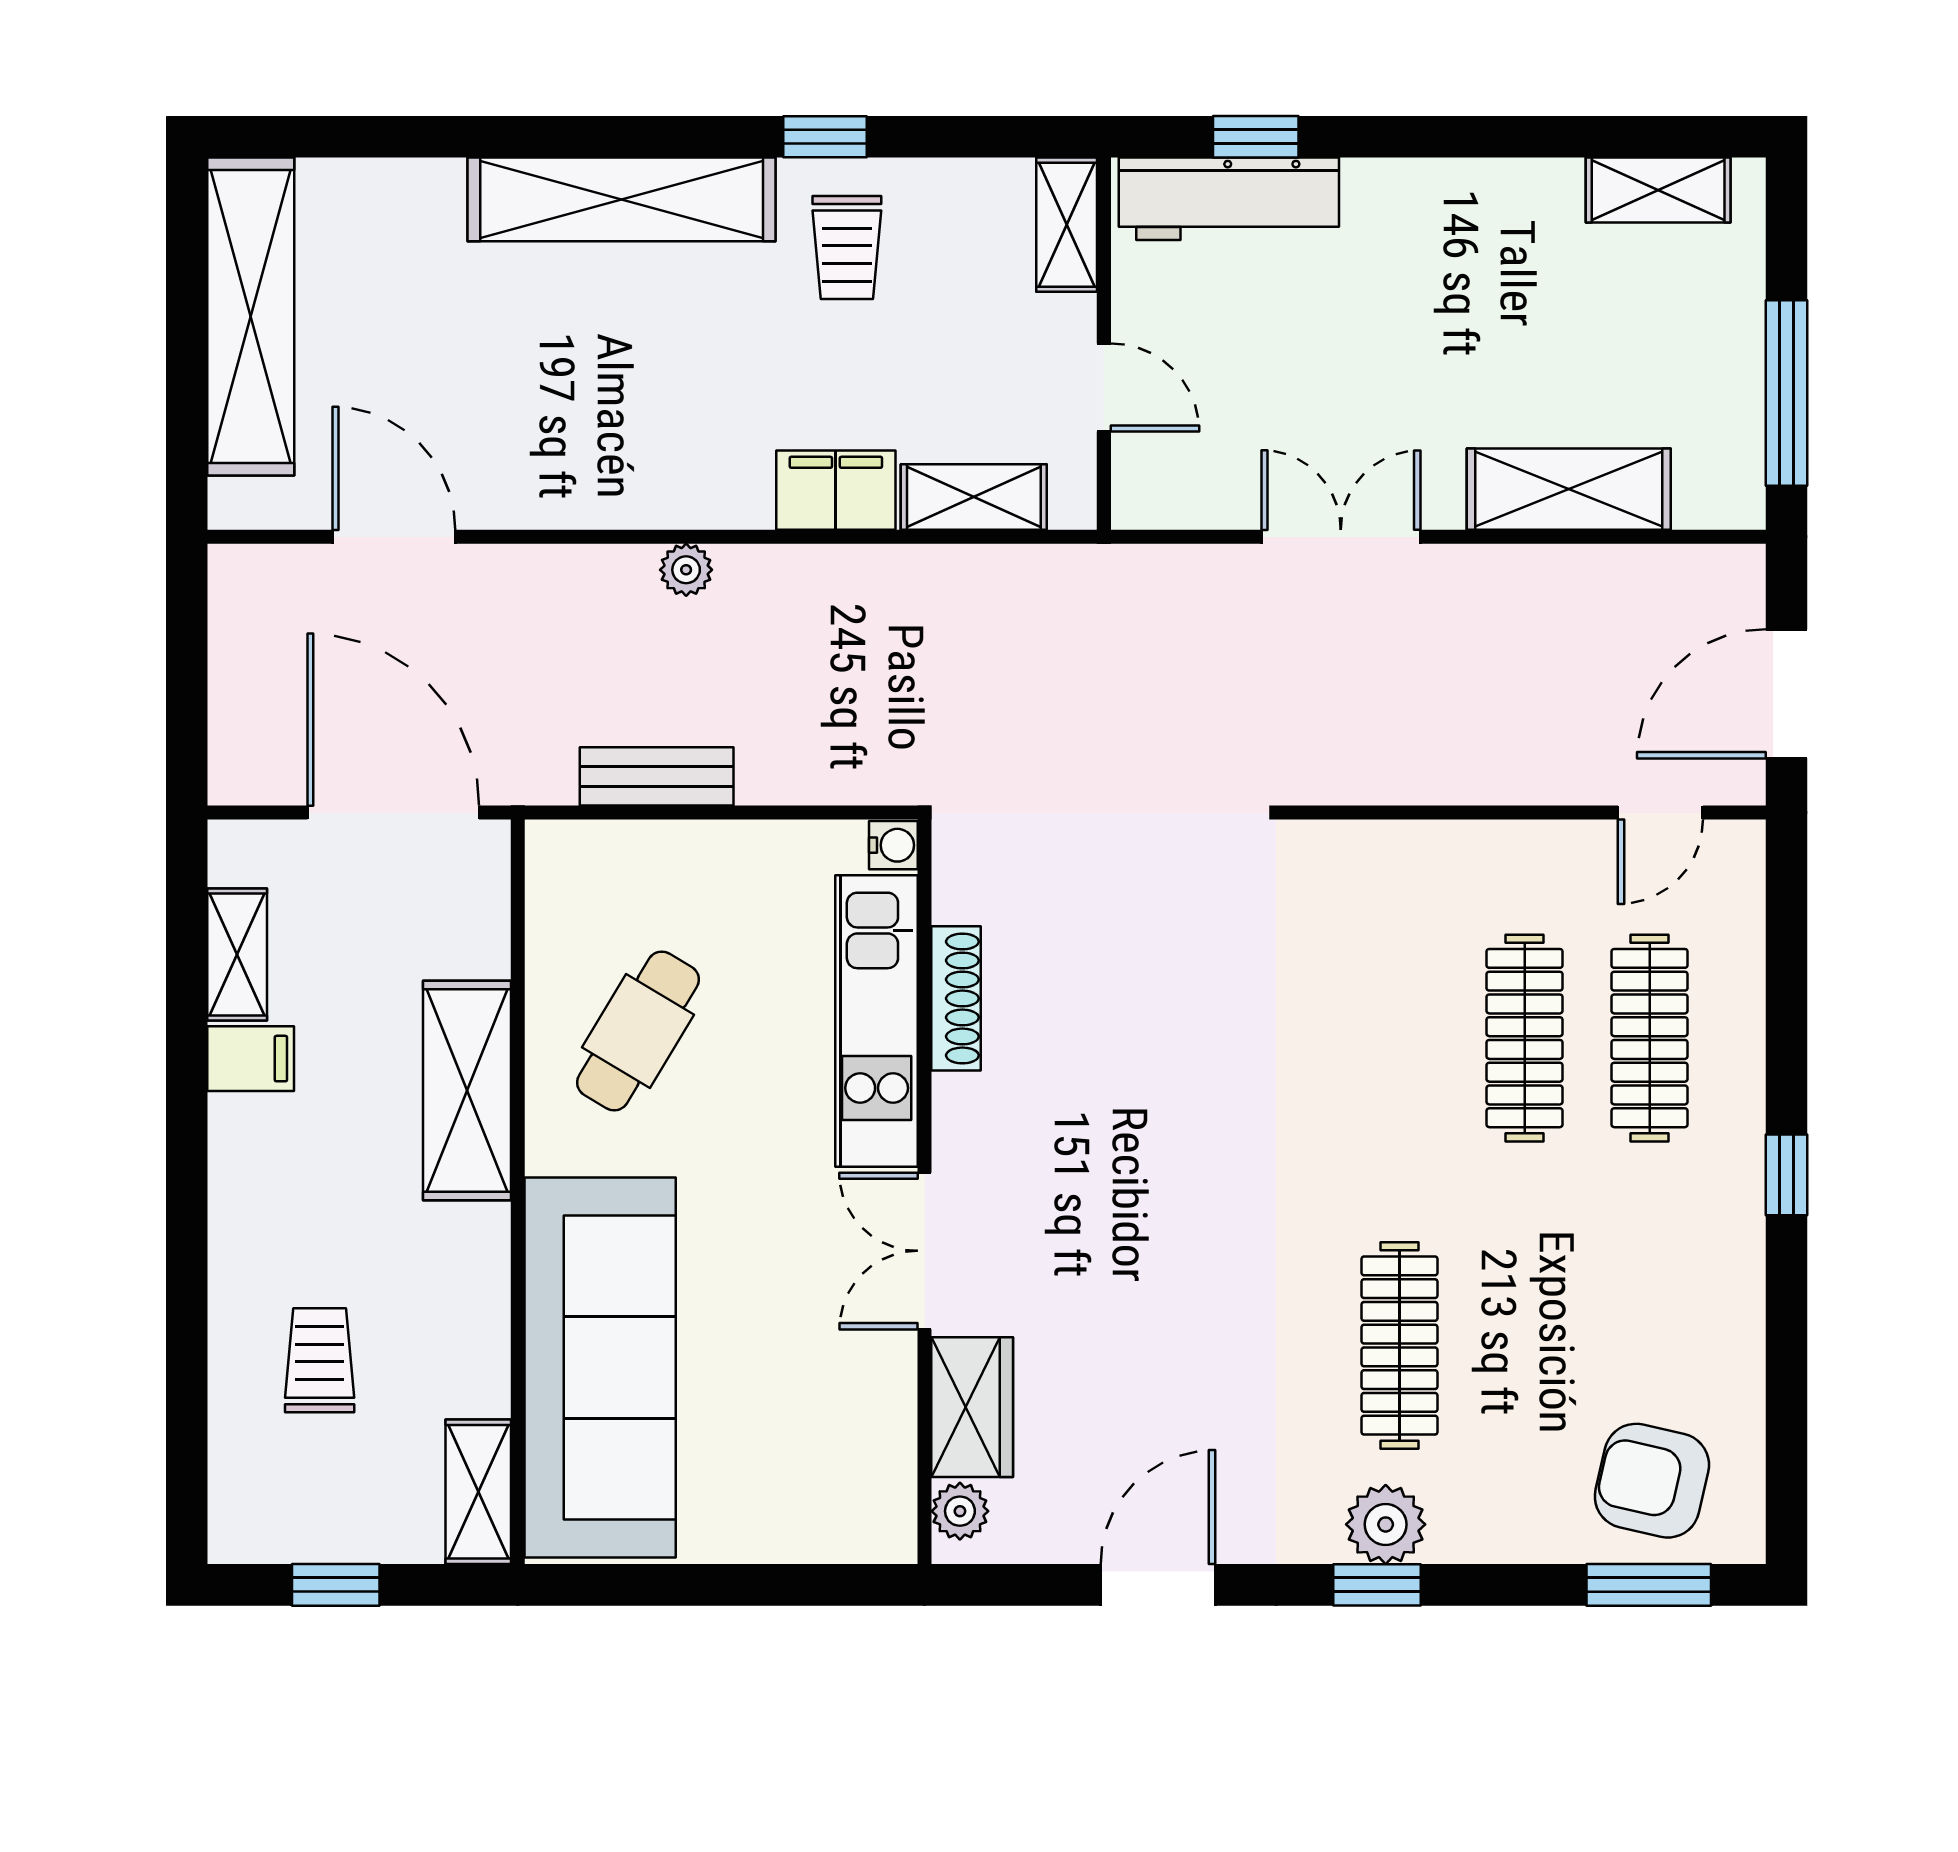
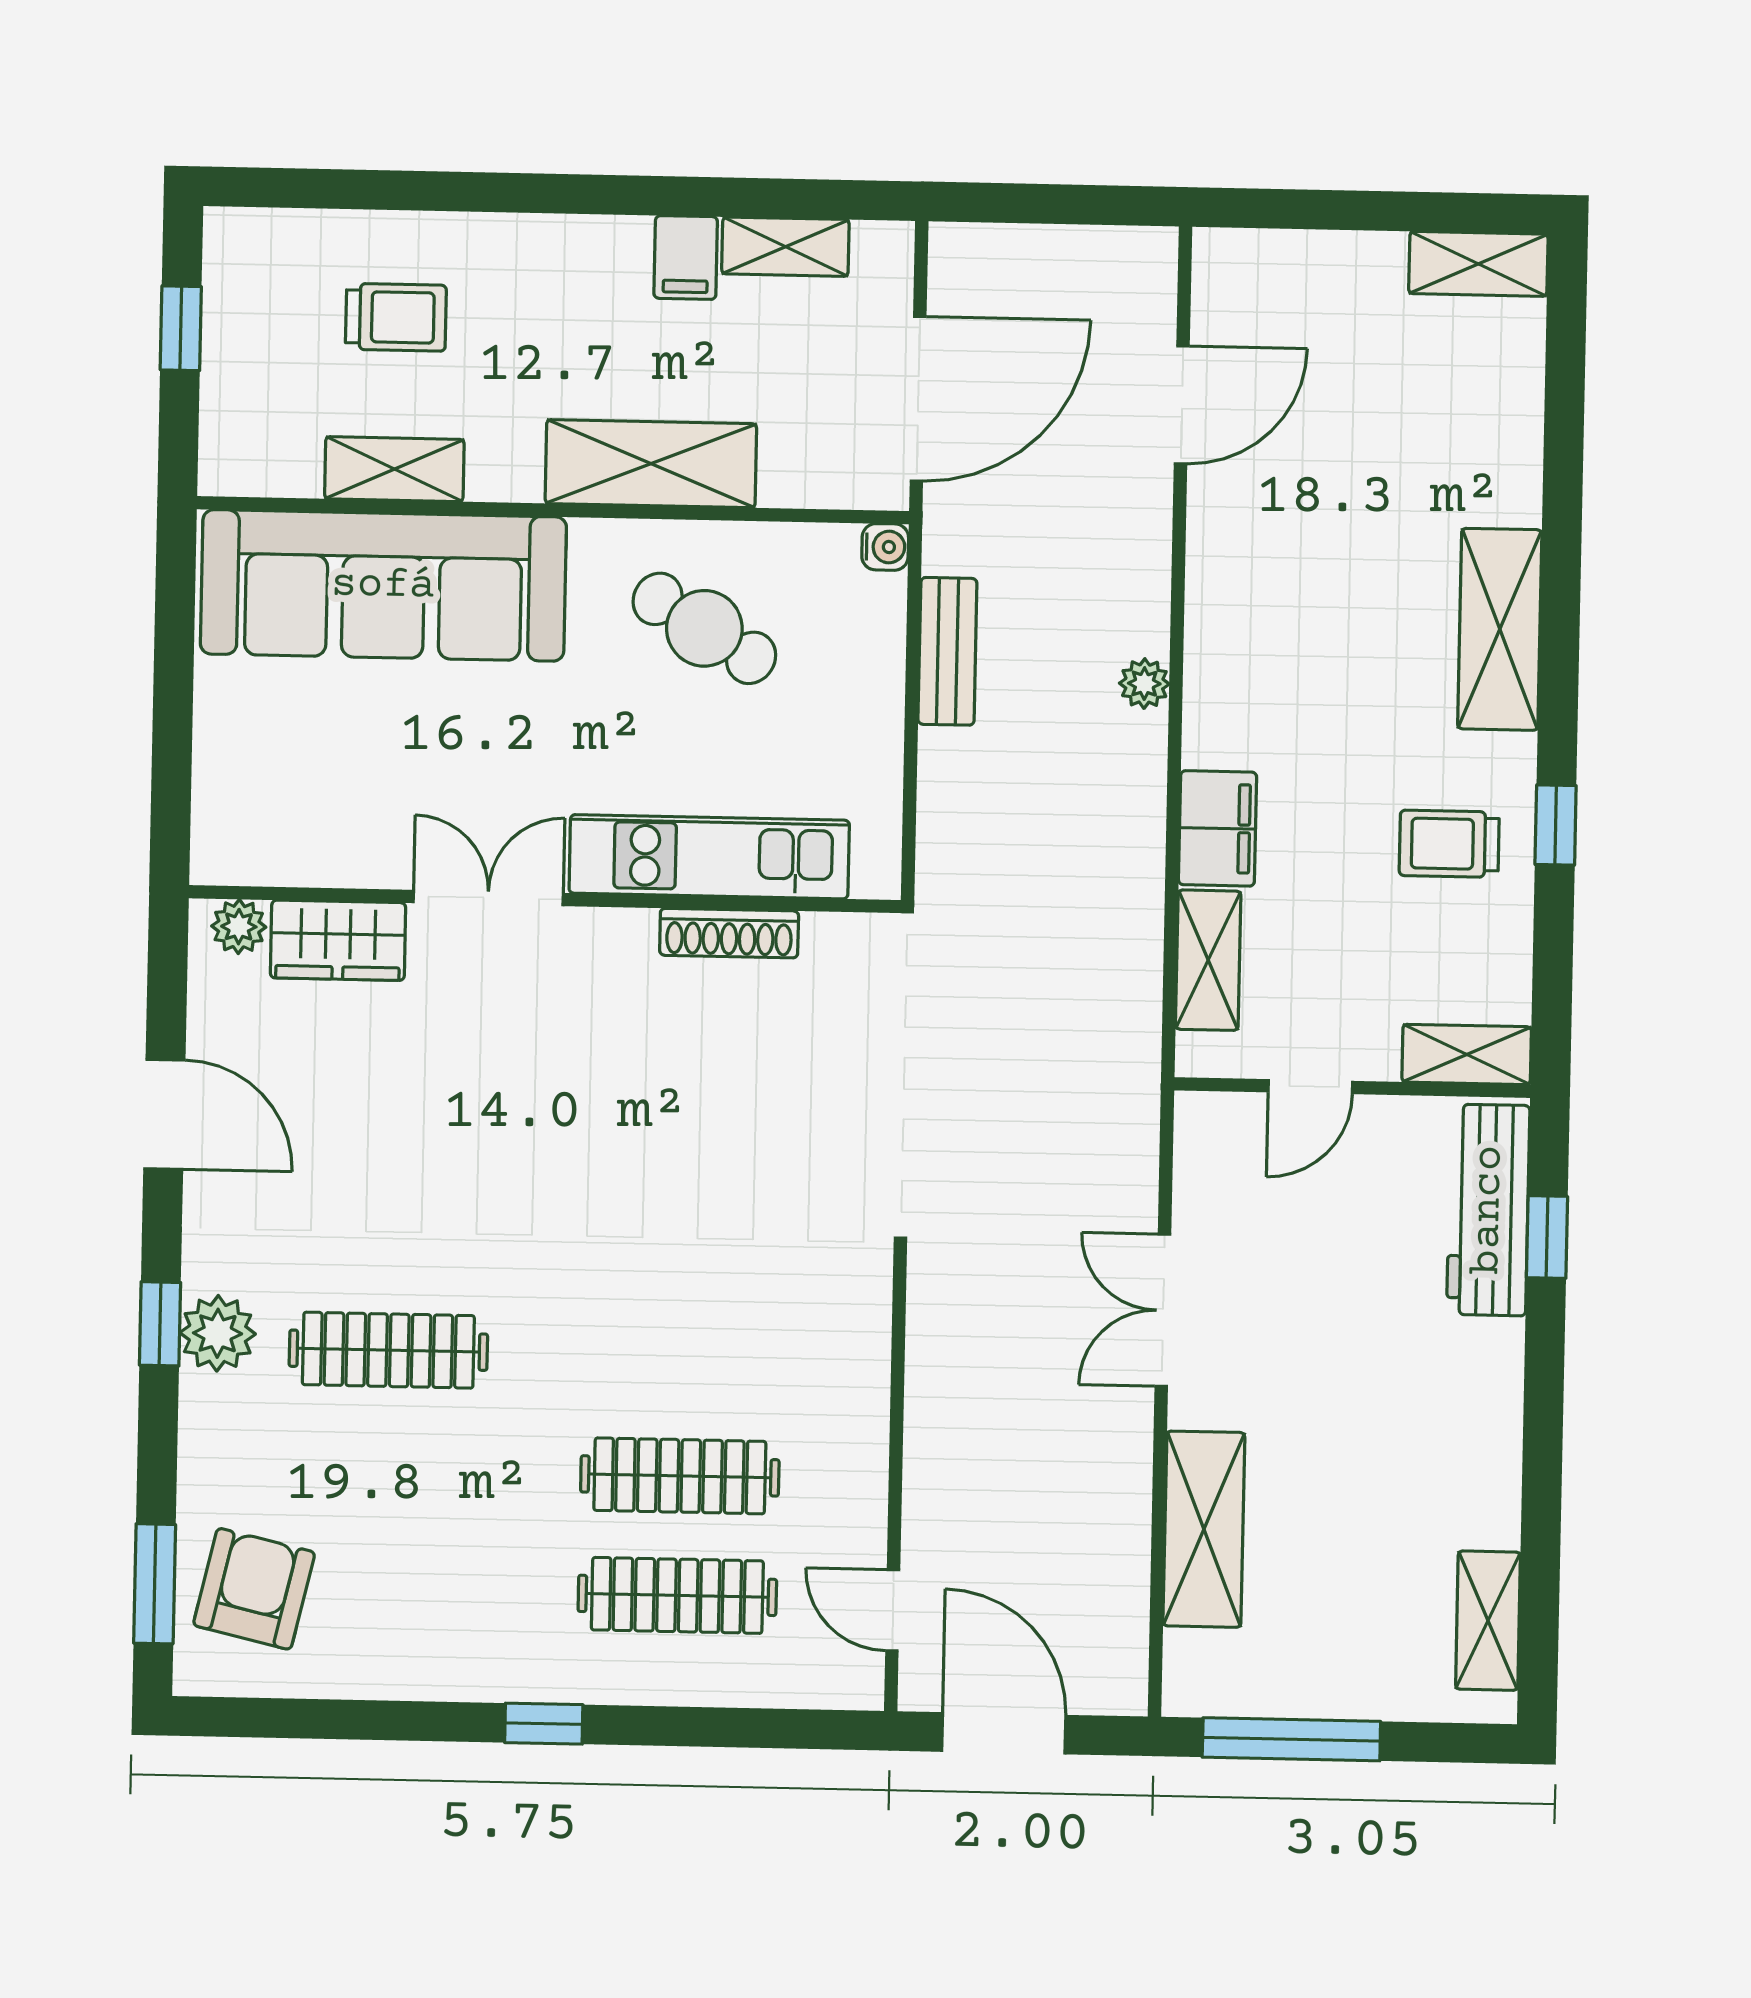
shelving: (622, 199) -> (1500, 629), width x0.68
shelving: (251, 317) -> (1478, 264), width x0.45, depth x0.75
double door: (1341, 537) -> (1163, 1310), swing flipped
water cooler: (893, 845) -> (885, 547), moved, turned -90
shelving: (478, 1492) -> (394, 469), moved

